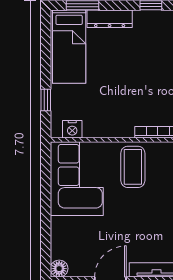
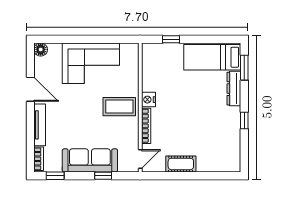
nightstand: (72, 129) -> (148, 100), moved
corner sofa: (77, 179) -> (91, 63), moved

